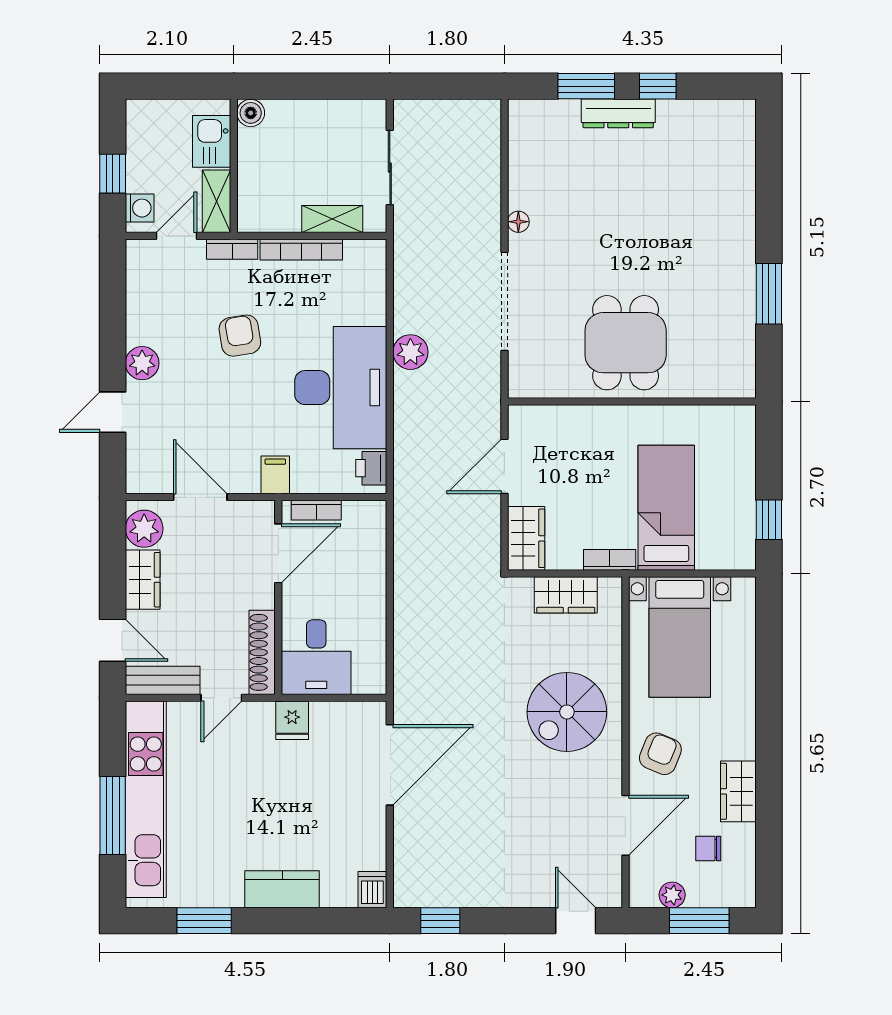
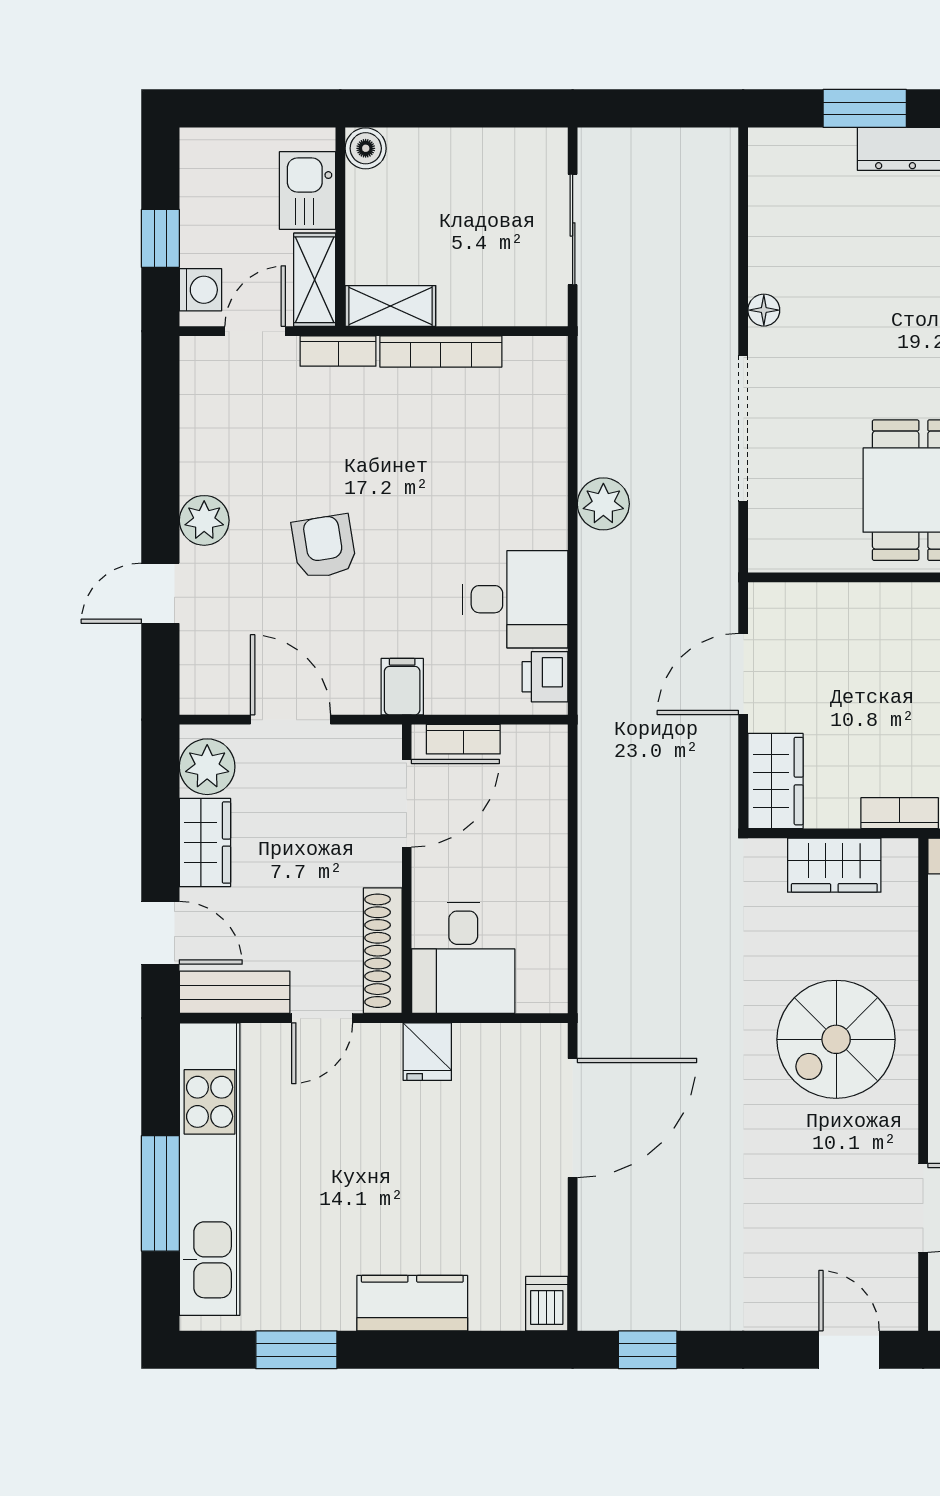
shelving: (332, 219) -> (390, 306), moved
armchair: (240, 336) -> (324, 547), moved
desk: (341, 388) -> (515, 599), width x0.53, depth x0.77

